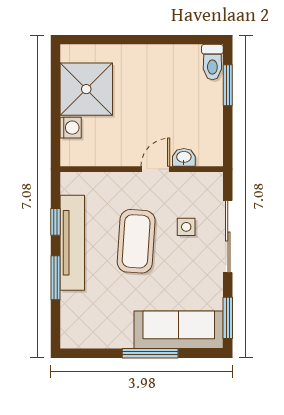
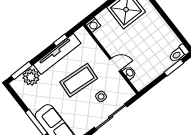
washing machine: (71, 128) -> (93, 25), moved
window: (55, 278) -> (21, 71), moved
plant: (76, 308) -> (31, 77), added

